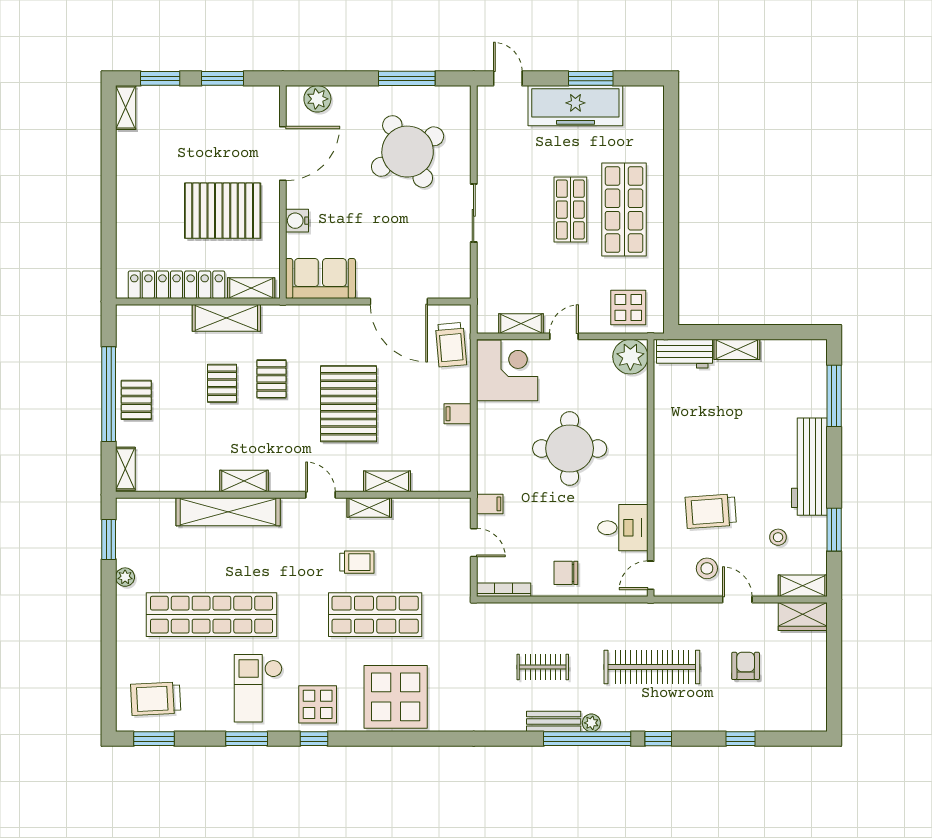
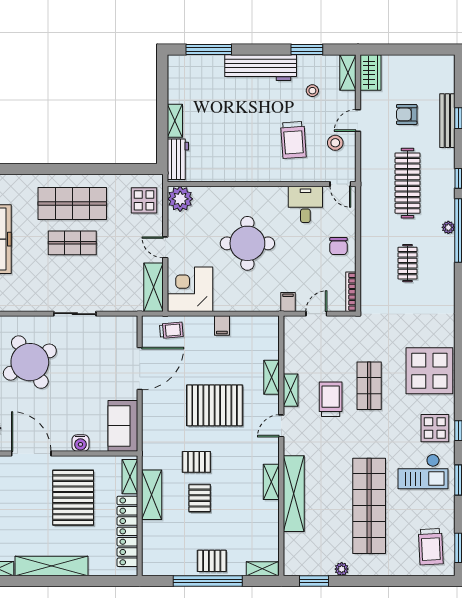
shelving: (129, 181) -> (51, 566), added
shelving: (521, 324) -> (154, 287), width x1.50, depth x1.33
trolley: (451, 345) -> (171, 330), width x0.73, depth x0.72
pallet: (222, 383) -> (200, 498), turned 90
trolley: (357, 562) -> (331, 399), width x1.36, depth x1.39
shop shelf: (375, 615) -> (369, 386), width x0.70, depth x0.74
bench: (554, 721) -> (447, 121), moved, width x1.36

